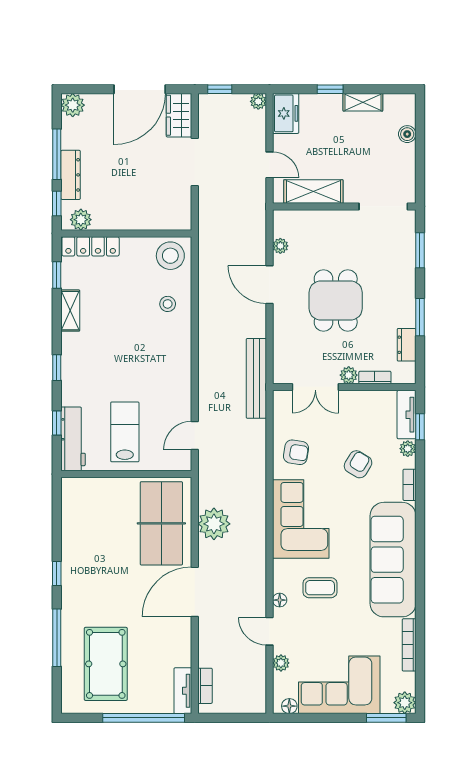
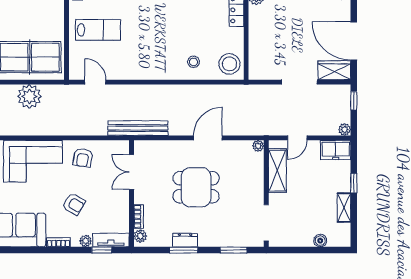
plant: (280, 246) -> (258, 146), moved
dresser: (407, 345) -> (185, 240), moved
plant: (349, 375) -> (140, 236), moved

